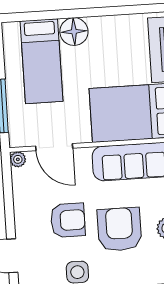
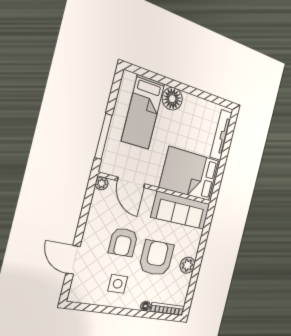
armchair: (68, 220) -> (123, 242), turned 90

